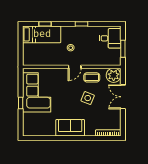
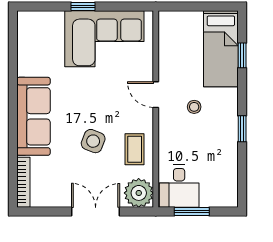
desk: (110, 38) -> (179, 186), moved
door: (75, 67) -> (156, 95), moved
sofa: (70, 128) -> (33, 116), width x1.36

